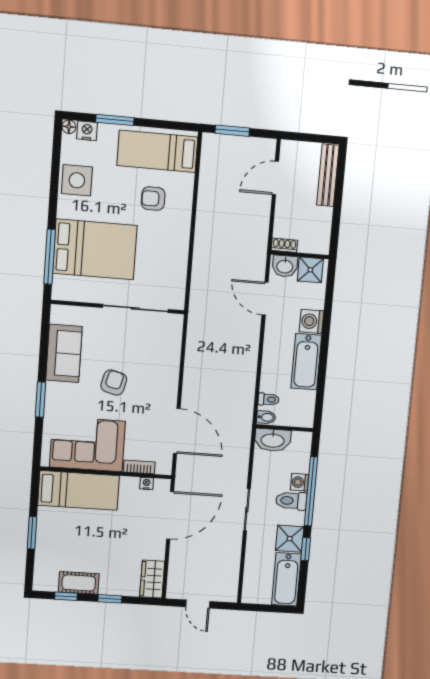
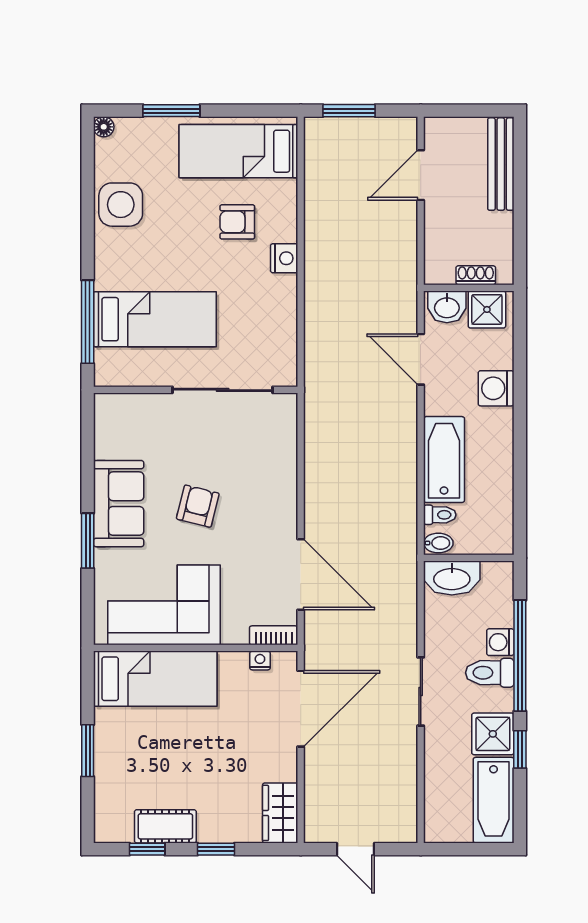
nightstand: (87, 131) -> (284, 258), moved, turned 90
shoe rack: (284, 245) -> (476, 275), moved
bed: (95, 249) -> (155, 319), width x0.67
sofa: (64, 353) -> (119, 504), moved
bathtub: (306, 362) -> (444, 460), moved, turned 180
bookcase: (139, 467) -> (274, 635), moved

